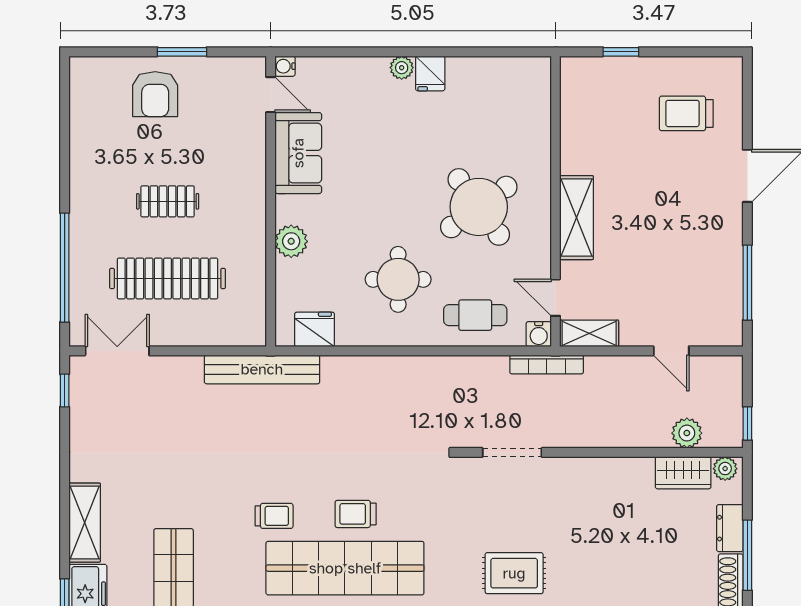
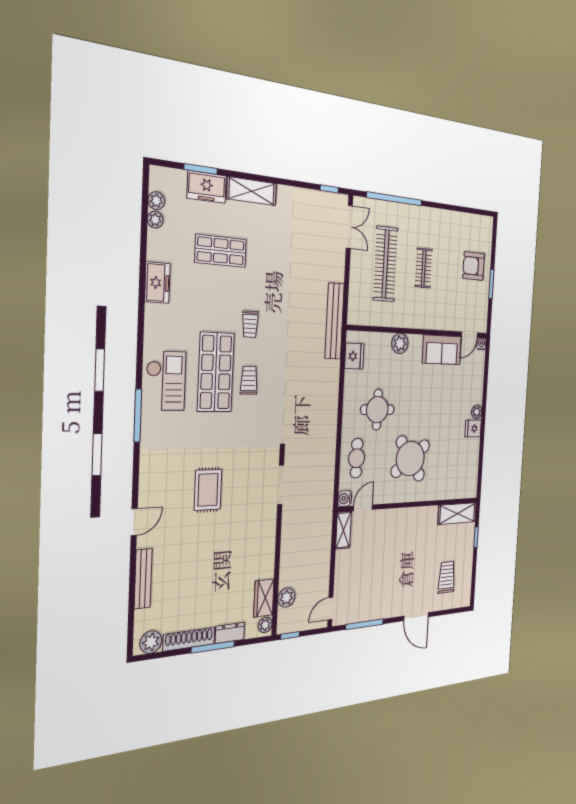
shelving: (576, 218) -> (457, 514), moved
door: (671, 351) -> (330, 609), moved
bookcase: (547, 364) -> (328, 505), removed
shop shelf: (345, 568) -> (216, 372), width x0.71

